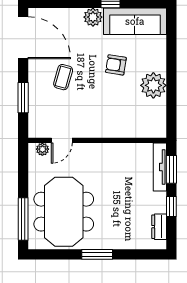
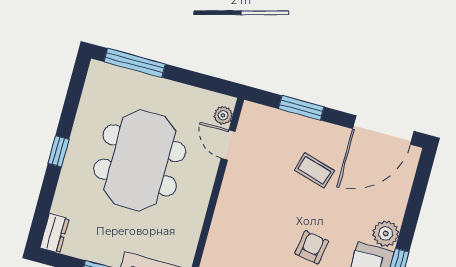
meeting table: (64, 212) -> (140, 160), moved, turned 90
dresser: (159, 227) -> (54, 233), moved, turned 90
window: (97, 254) -> (59, 151), width x0.67

